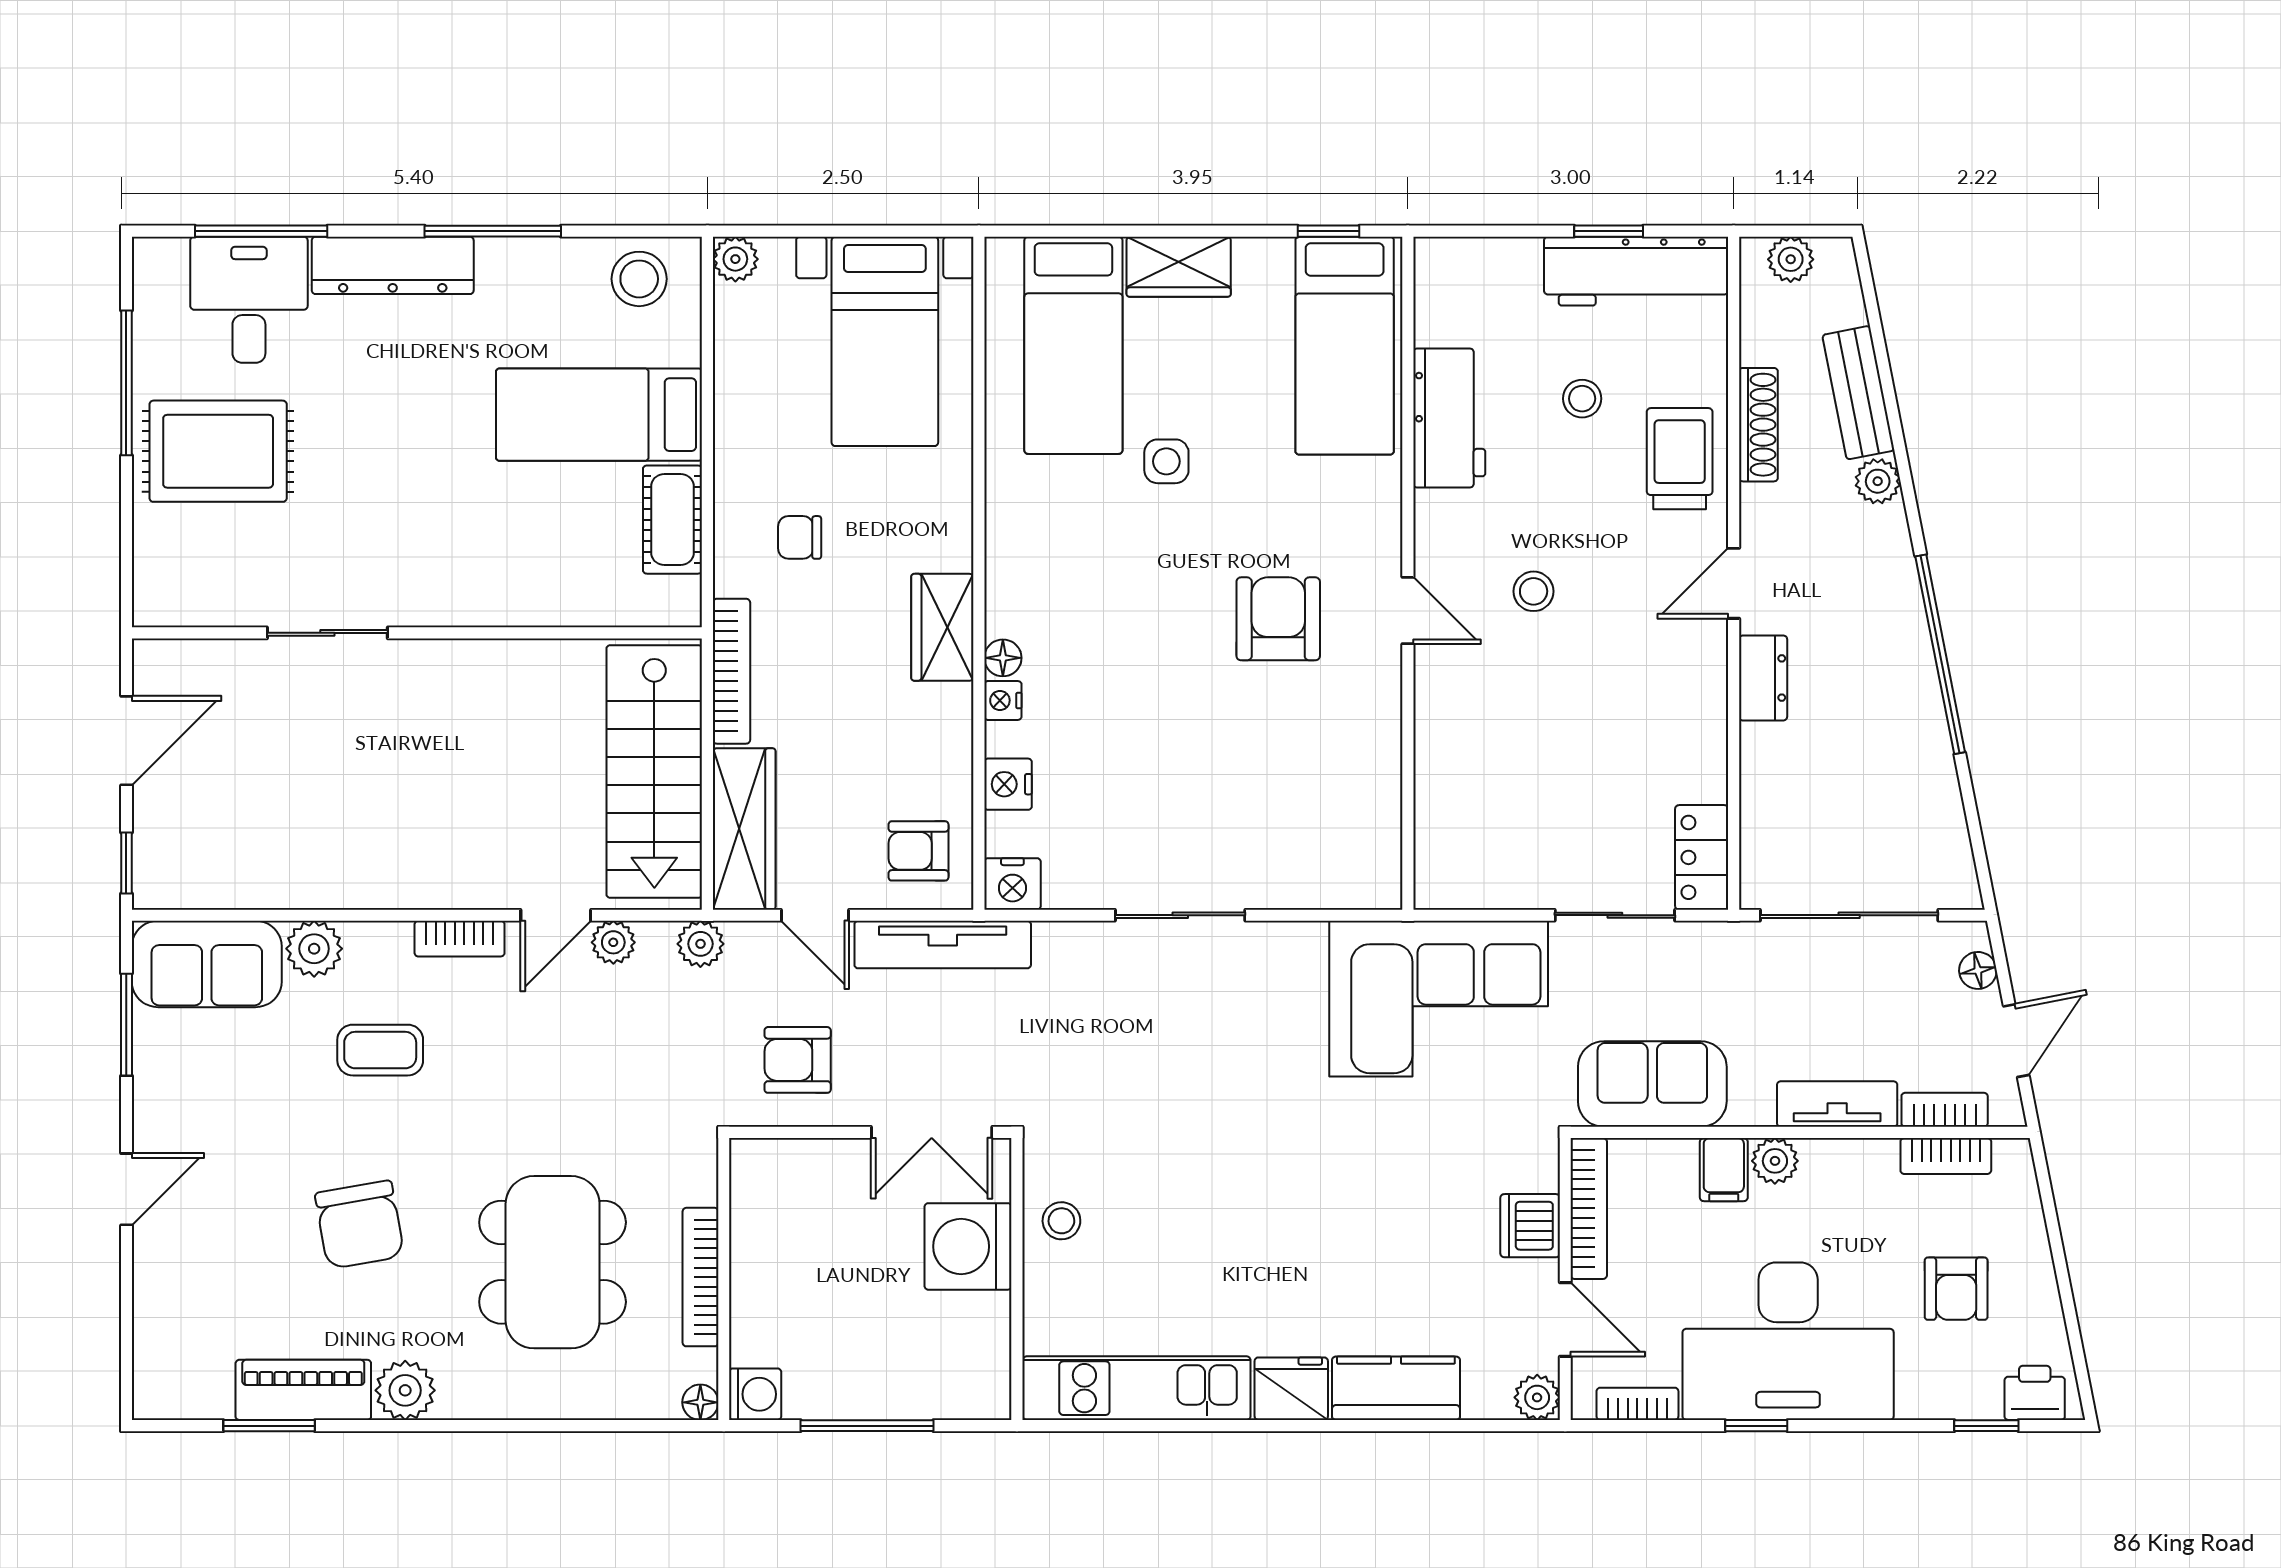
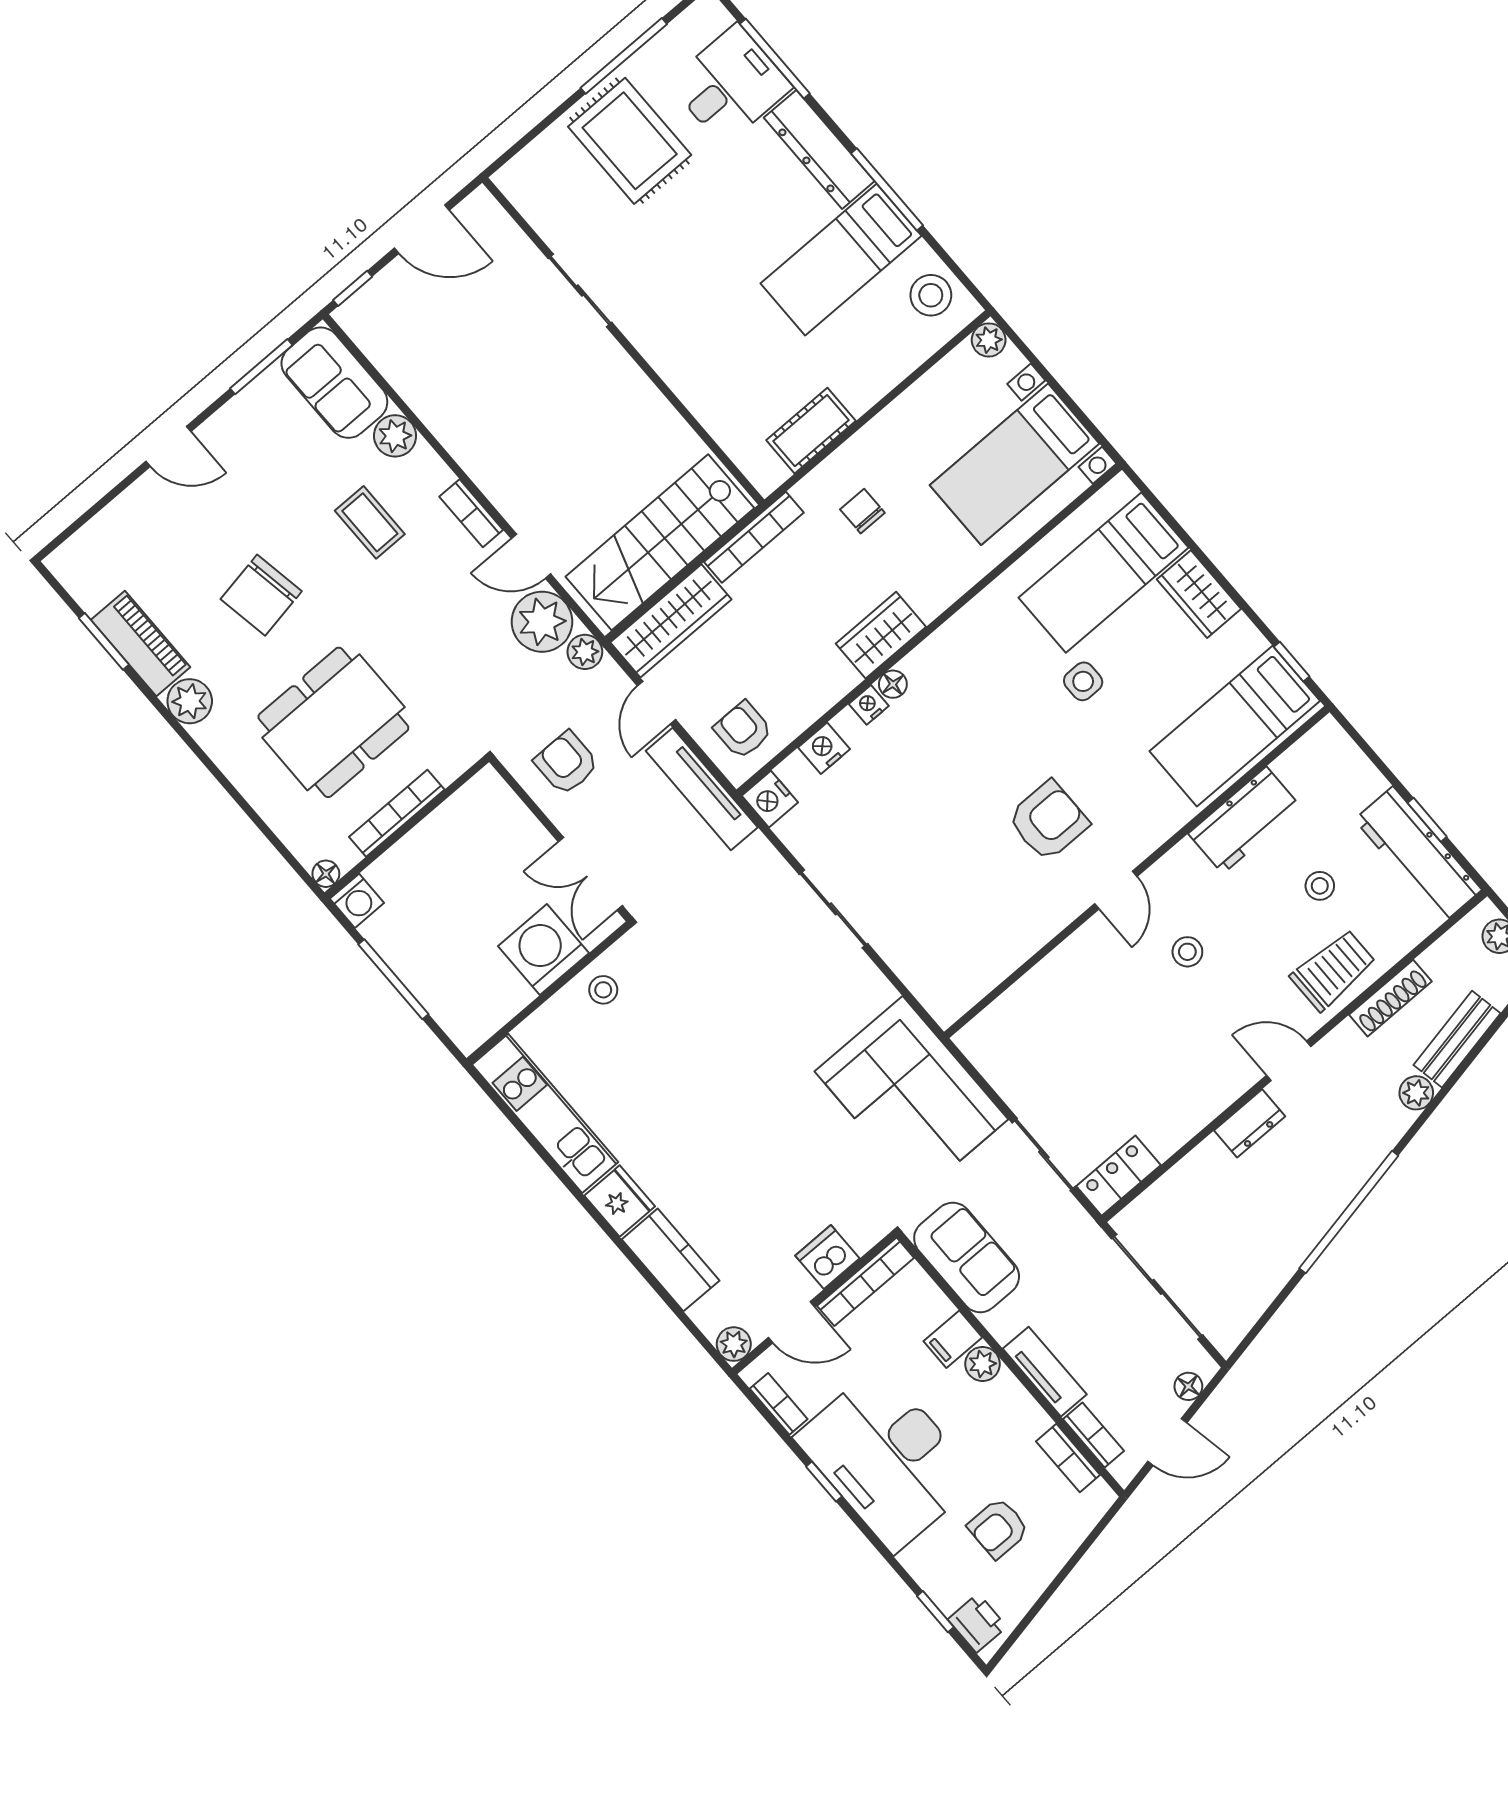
bed: (599, 415) -> (841, 260), moved, turned -90
plant: (613, 942) -> (542, 622), width x1.88, depth x1.88
door: (1565, 1319) -> (791, 1322), hinge flipped

